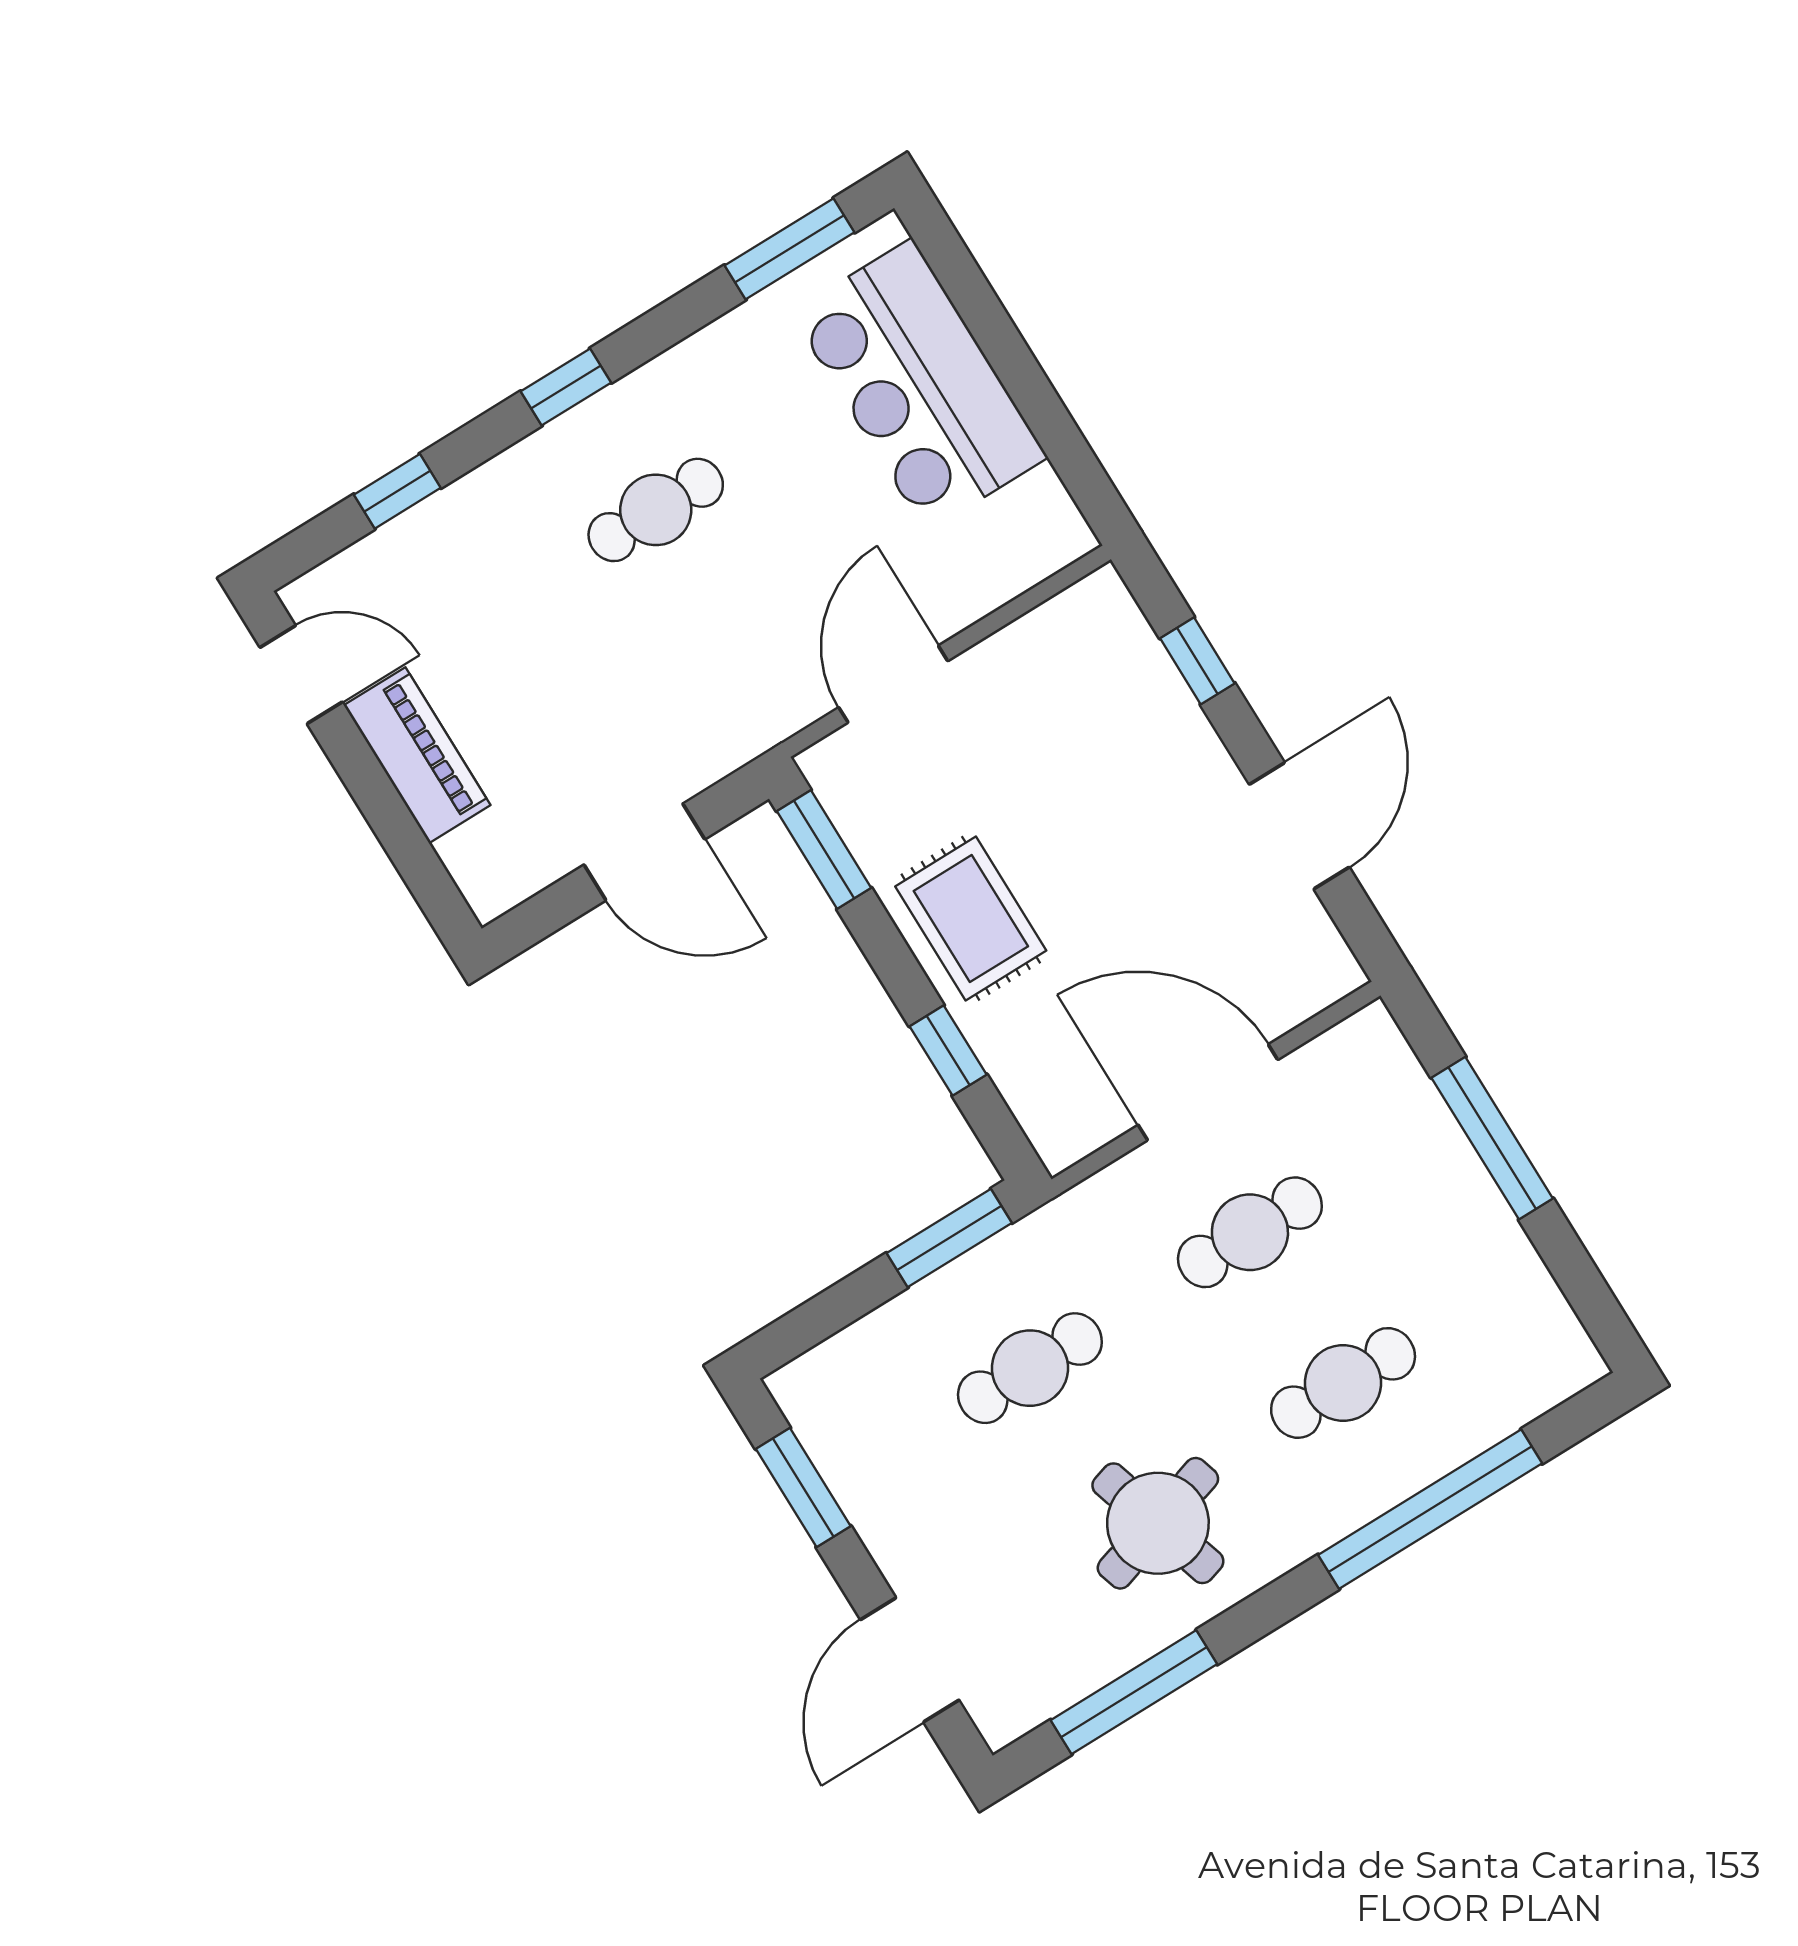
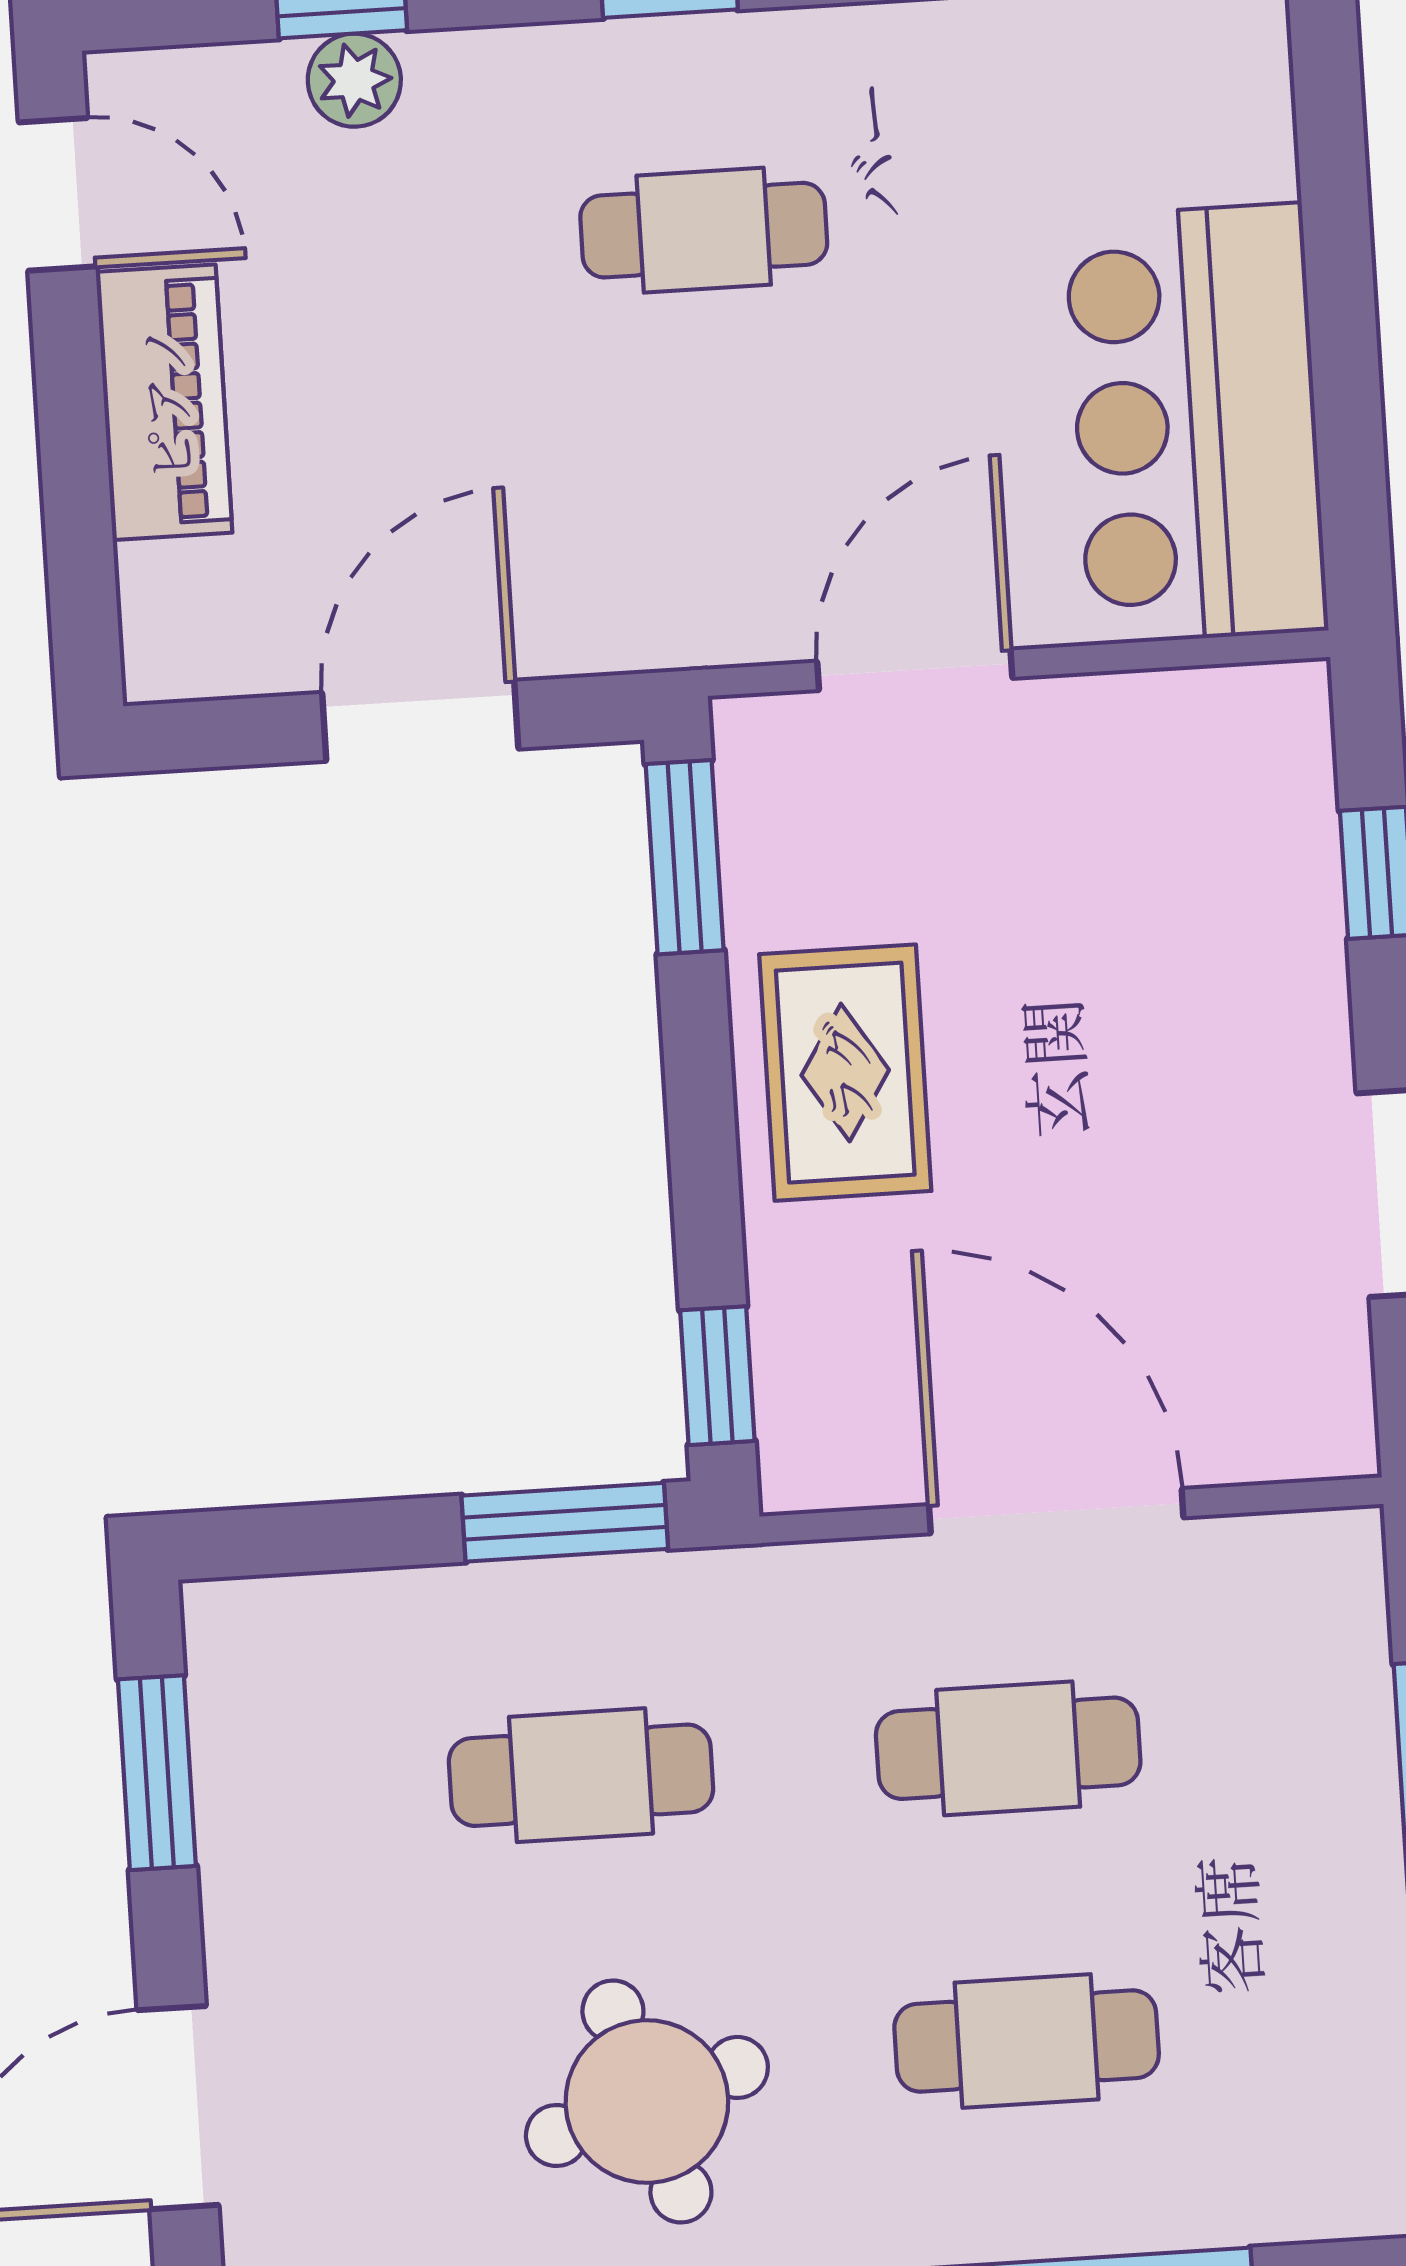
bar counter: (919, 385) -> (1196, 424), moved
plant: (427, 529) -> (354, 80), added
door: (644, 852) -> (420, 721), swing flipped
window: (948, 1050) -> (717, 1376), moved

